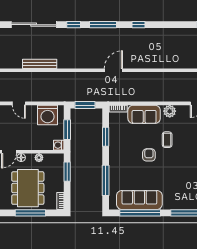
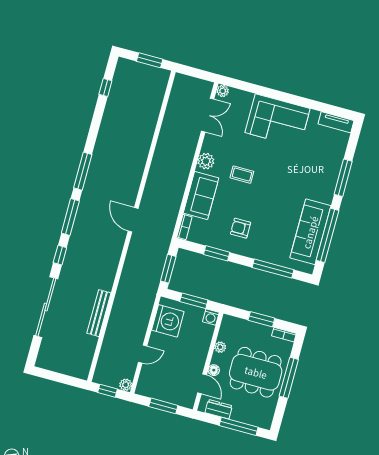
window: (138, 25) -> (83, 171), width x2.17
armchair: (149, 155) -> (241, 228), moved
window: (67, 172) -> (261, 319), moved

